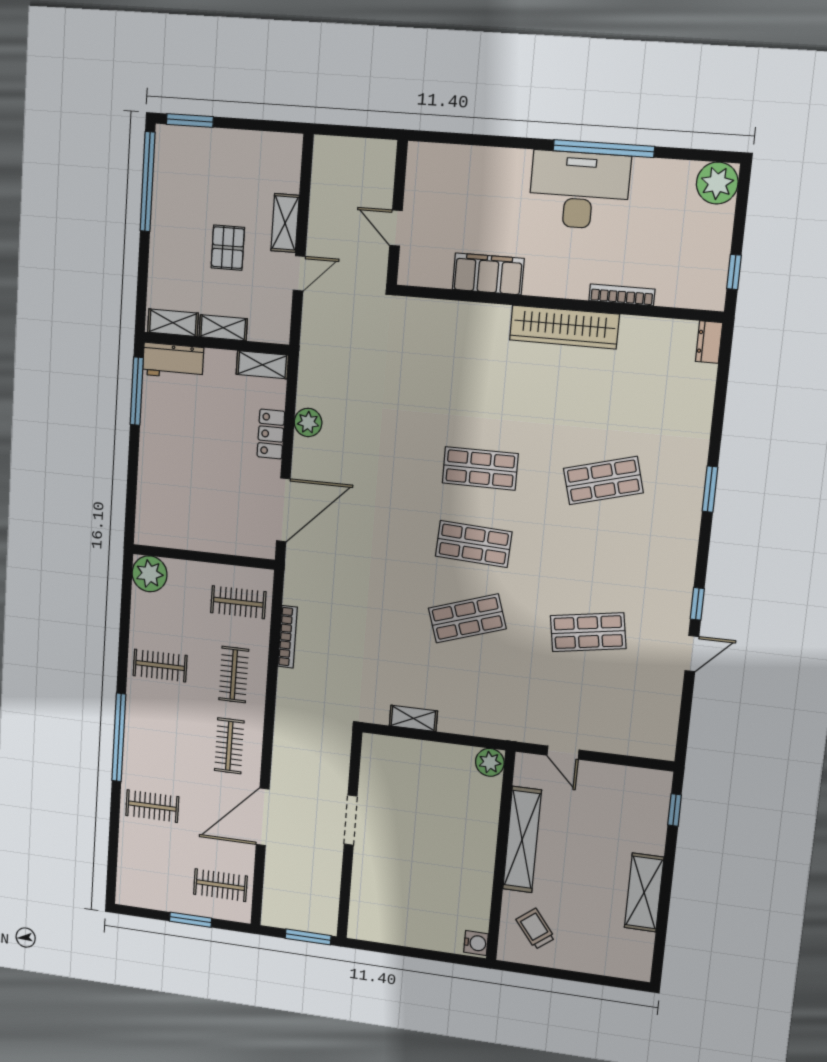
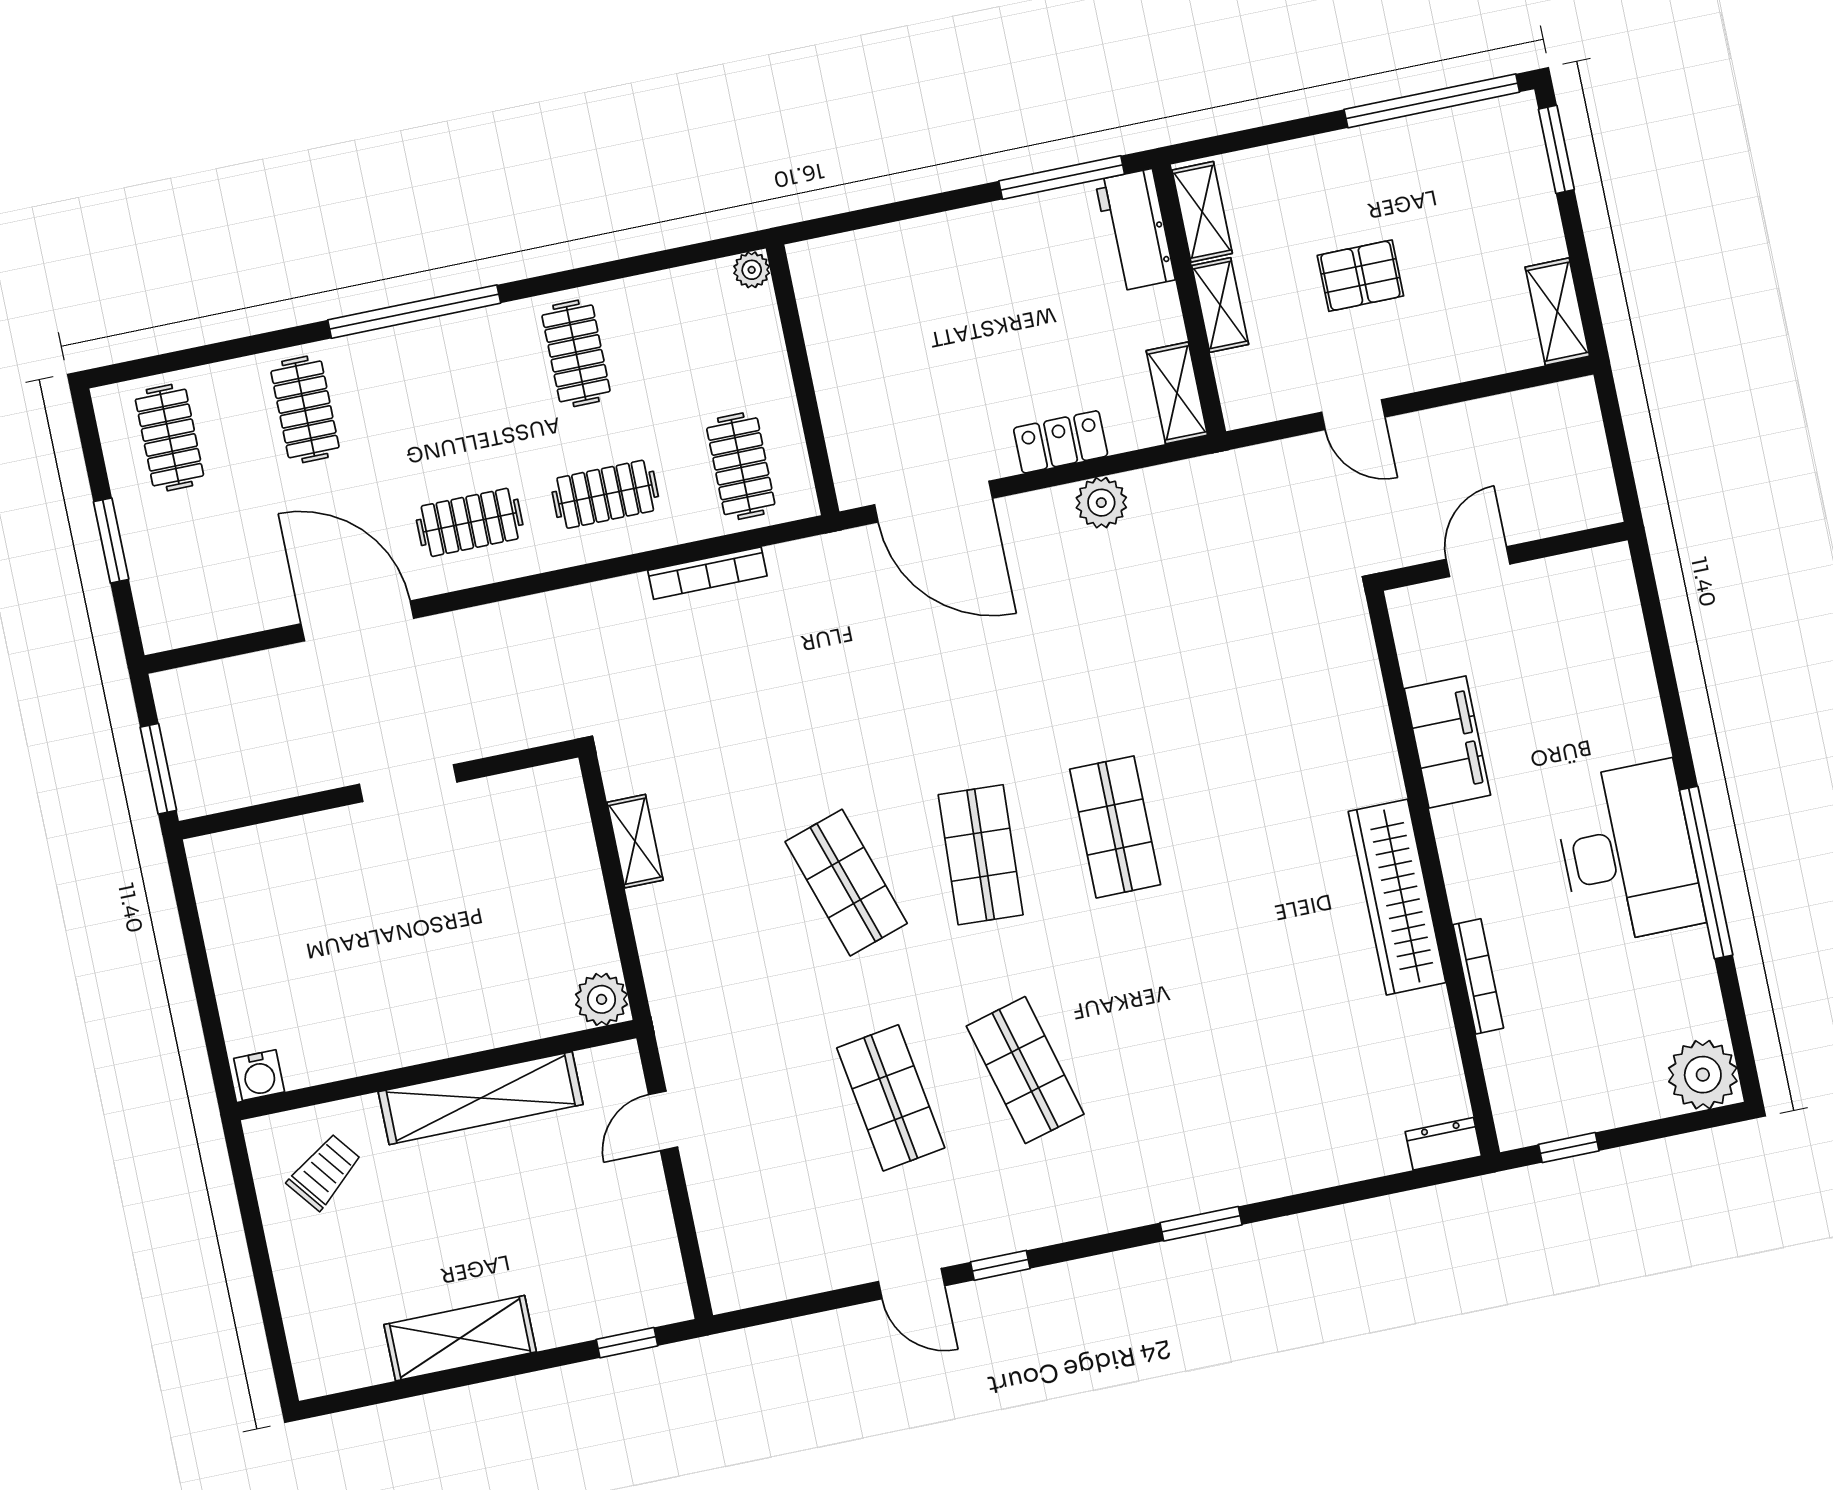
shelving: (285, 223) -> (1557, 312), moved, turned 90
shop shelf: (603, 481) -> (1025, 1070), moved
plant: (150, 574) -> (752, 270), width x0.53, depth x0.53
clothes rail: (220, 885) -> (169, 438), moved

